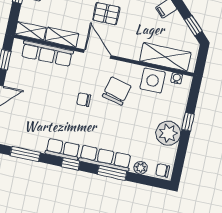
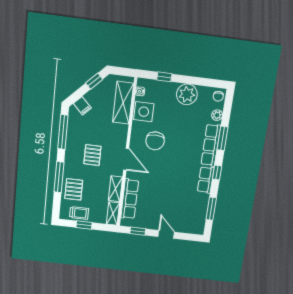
door: (97, 54) -> (126, 159), swing flipped
chair: (117, 91) -> (155, 141), turned -104
chair: (84, 100) -> (164, 167), removed
window: (188, 122) -> (164, 77), moved

